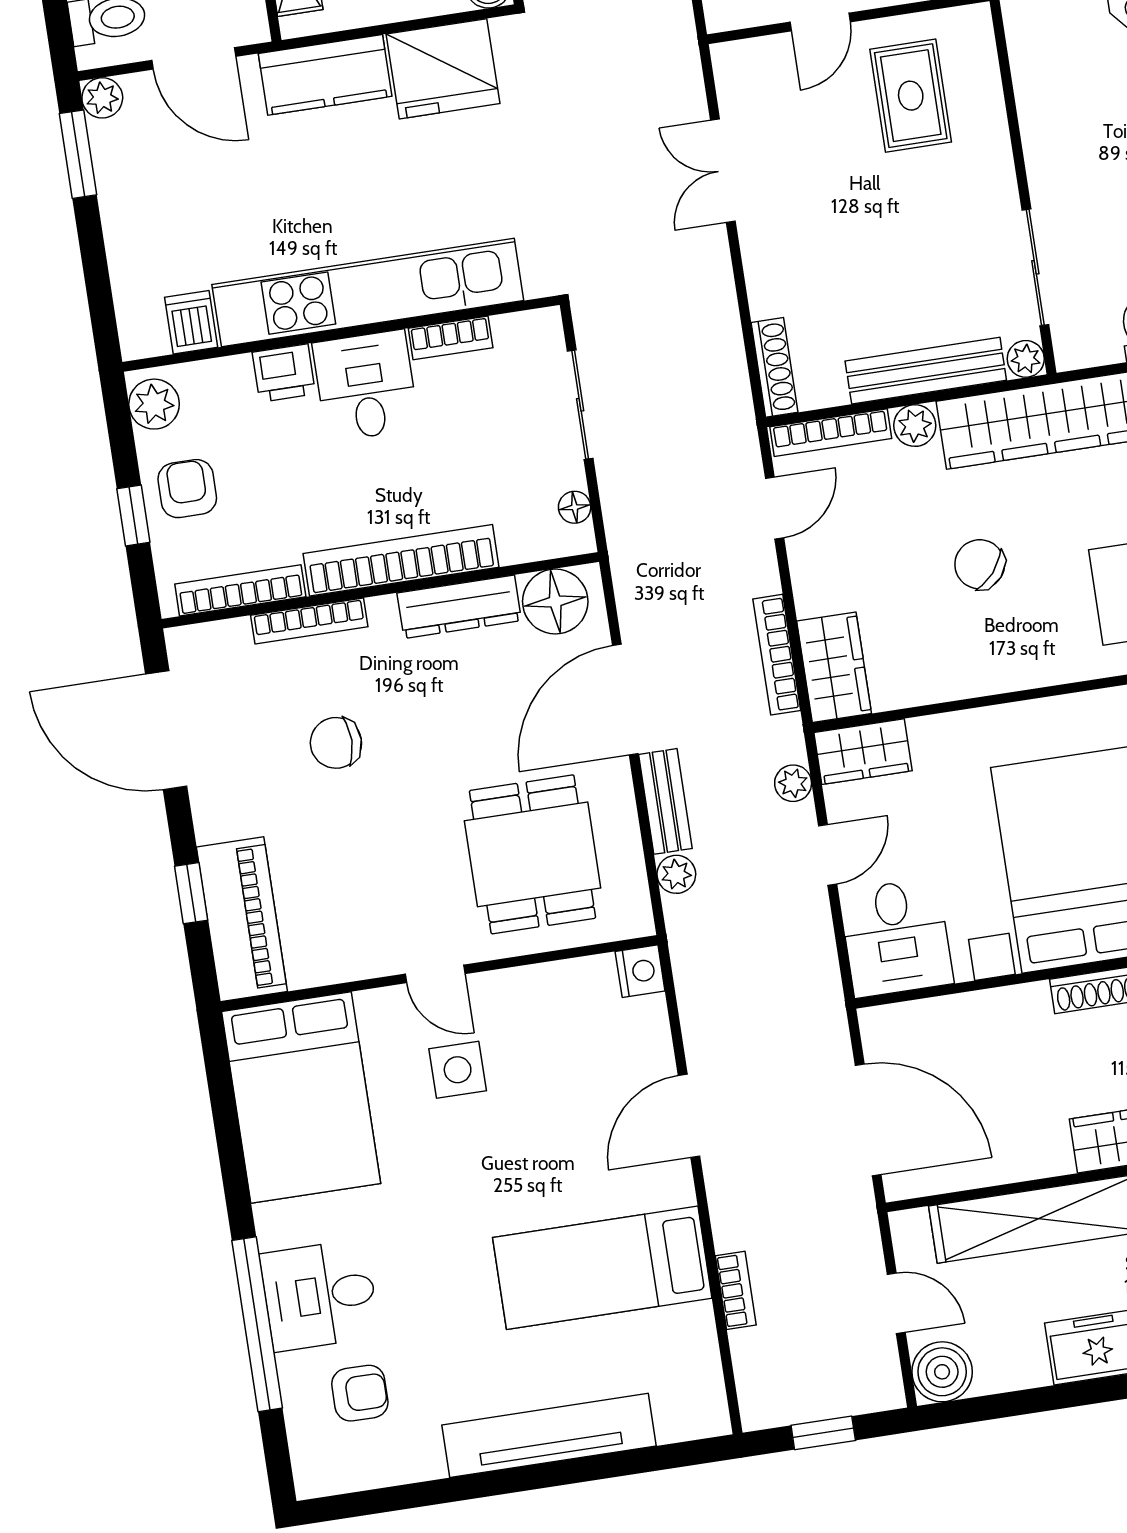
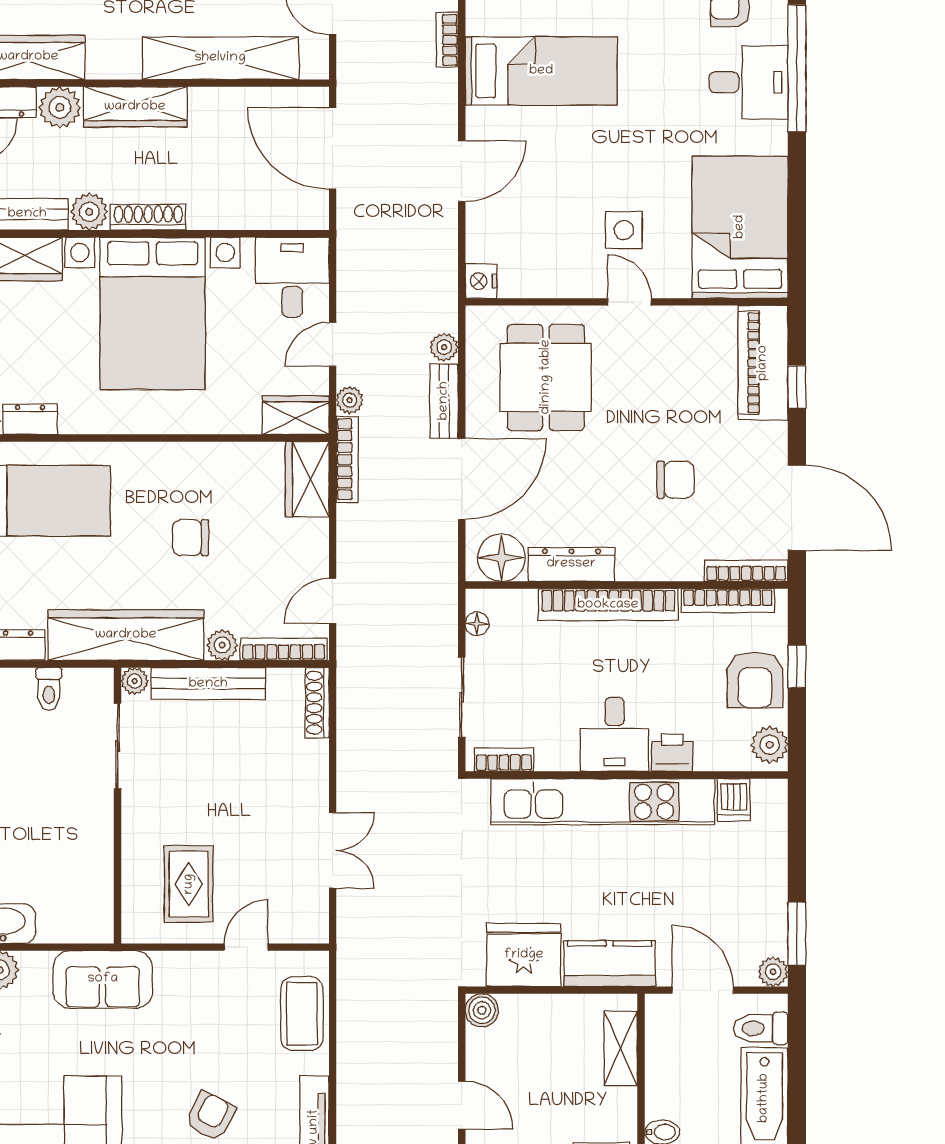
bookcase: (451, 338) -> (504, 760), moved
armchair: (187, 489) -> (755, 680), width x1.38, depth x1.38
chair: (980, 564) -> (191, 538), turned 140
bookcase: (309, 621) -> (746, 571), moved
bookcase: (777, 655) -> (347, 459), moved

